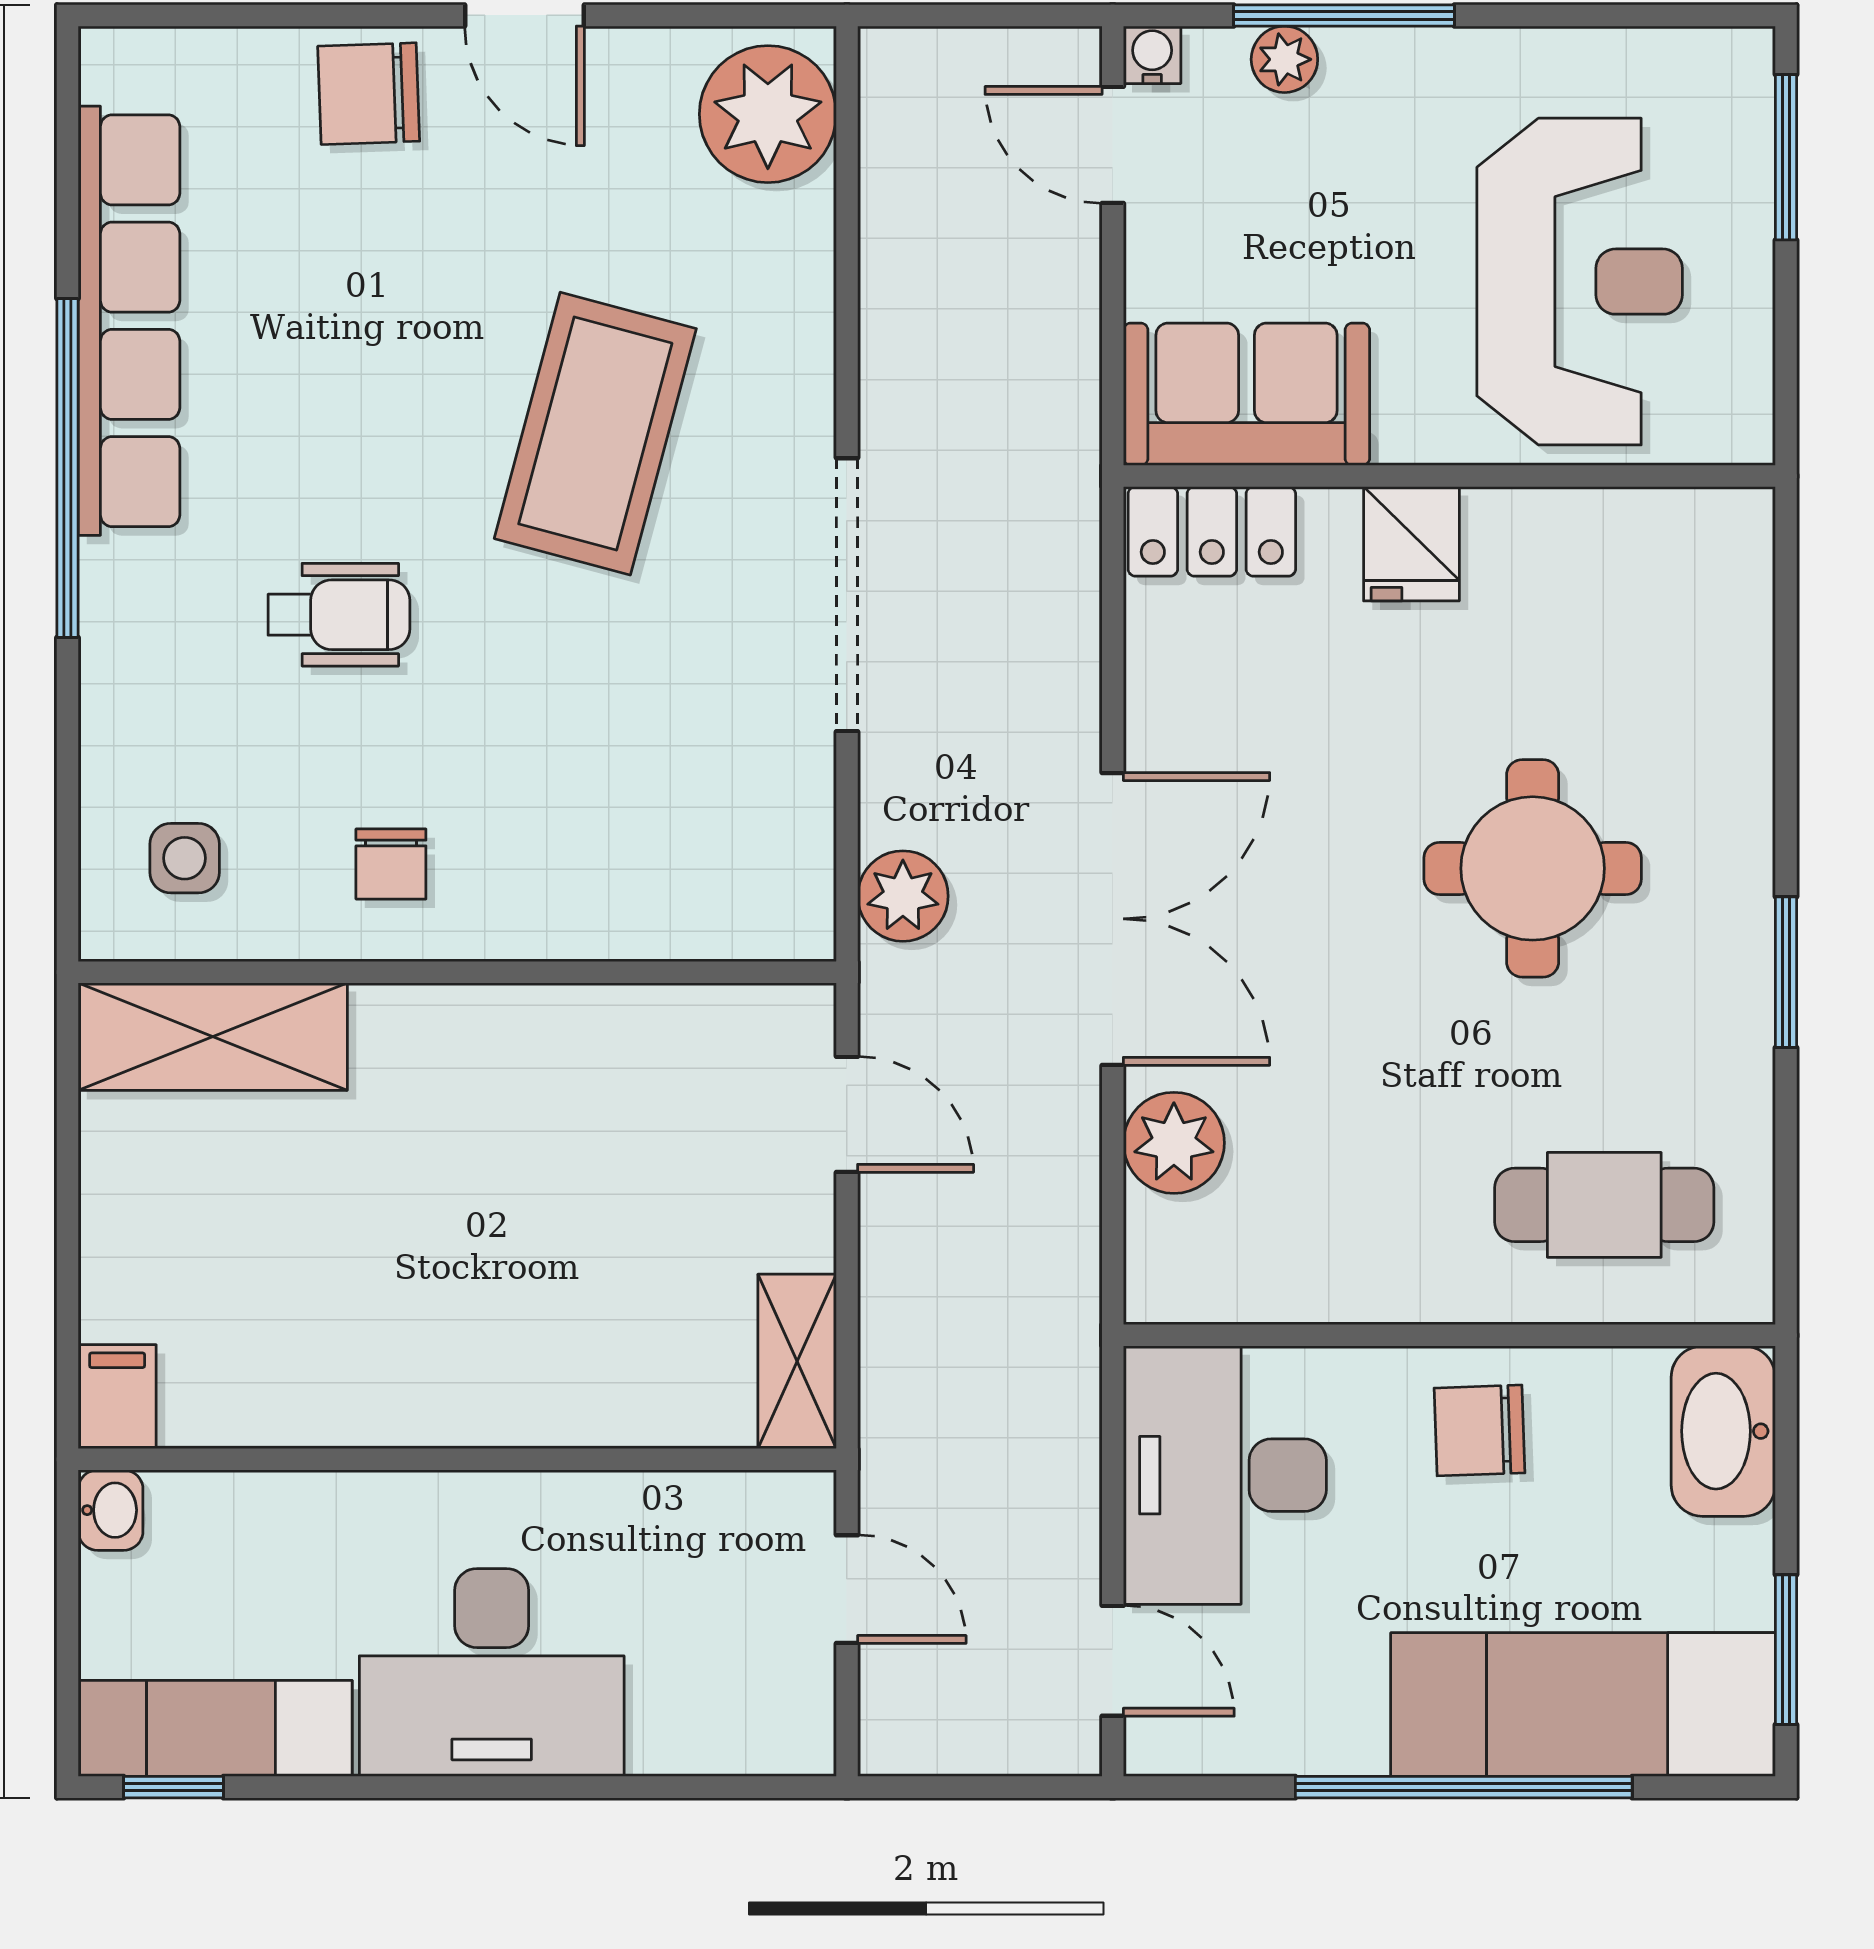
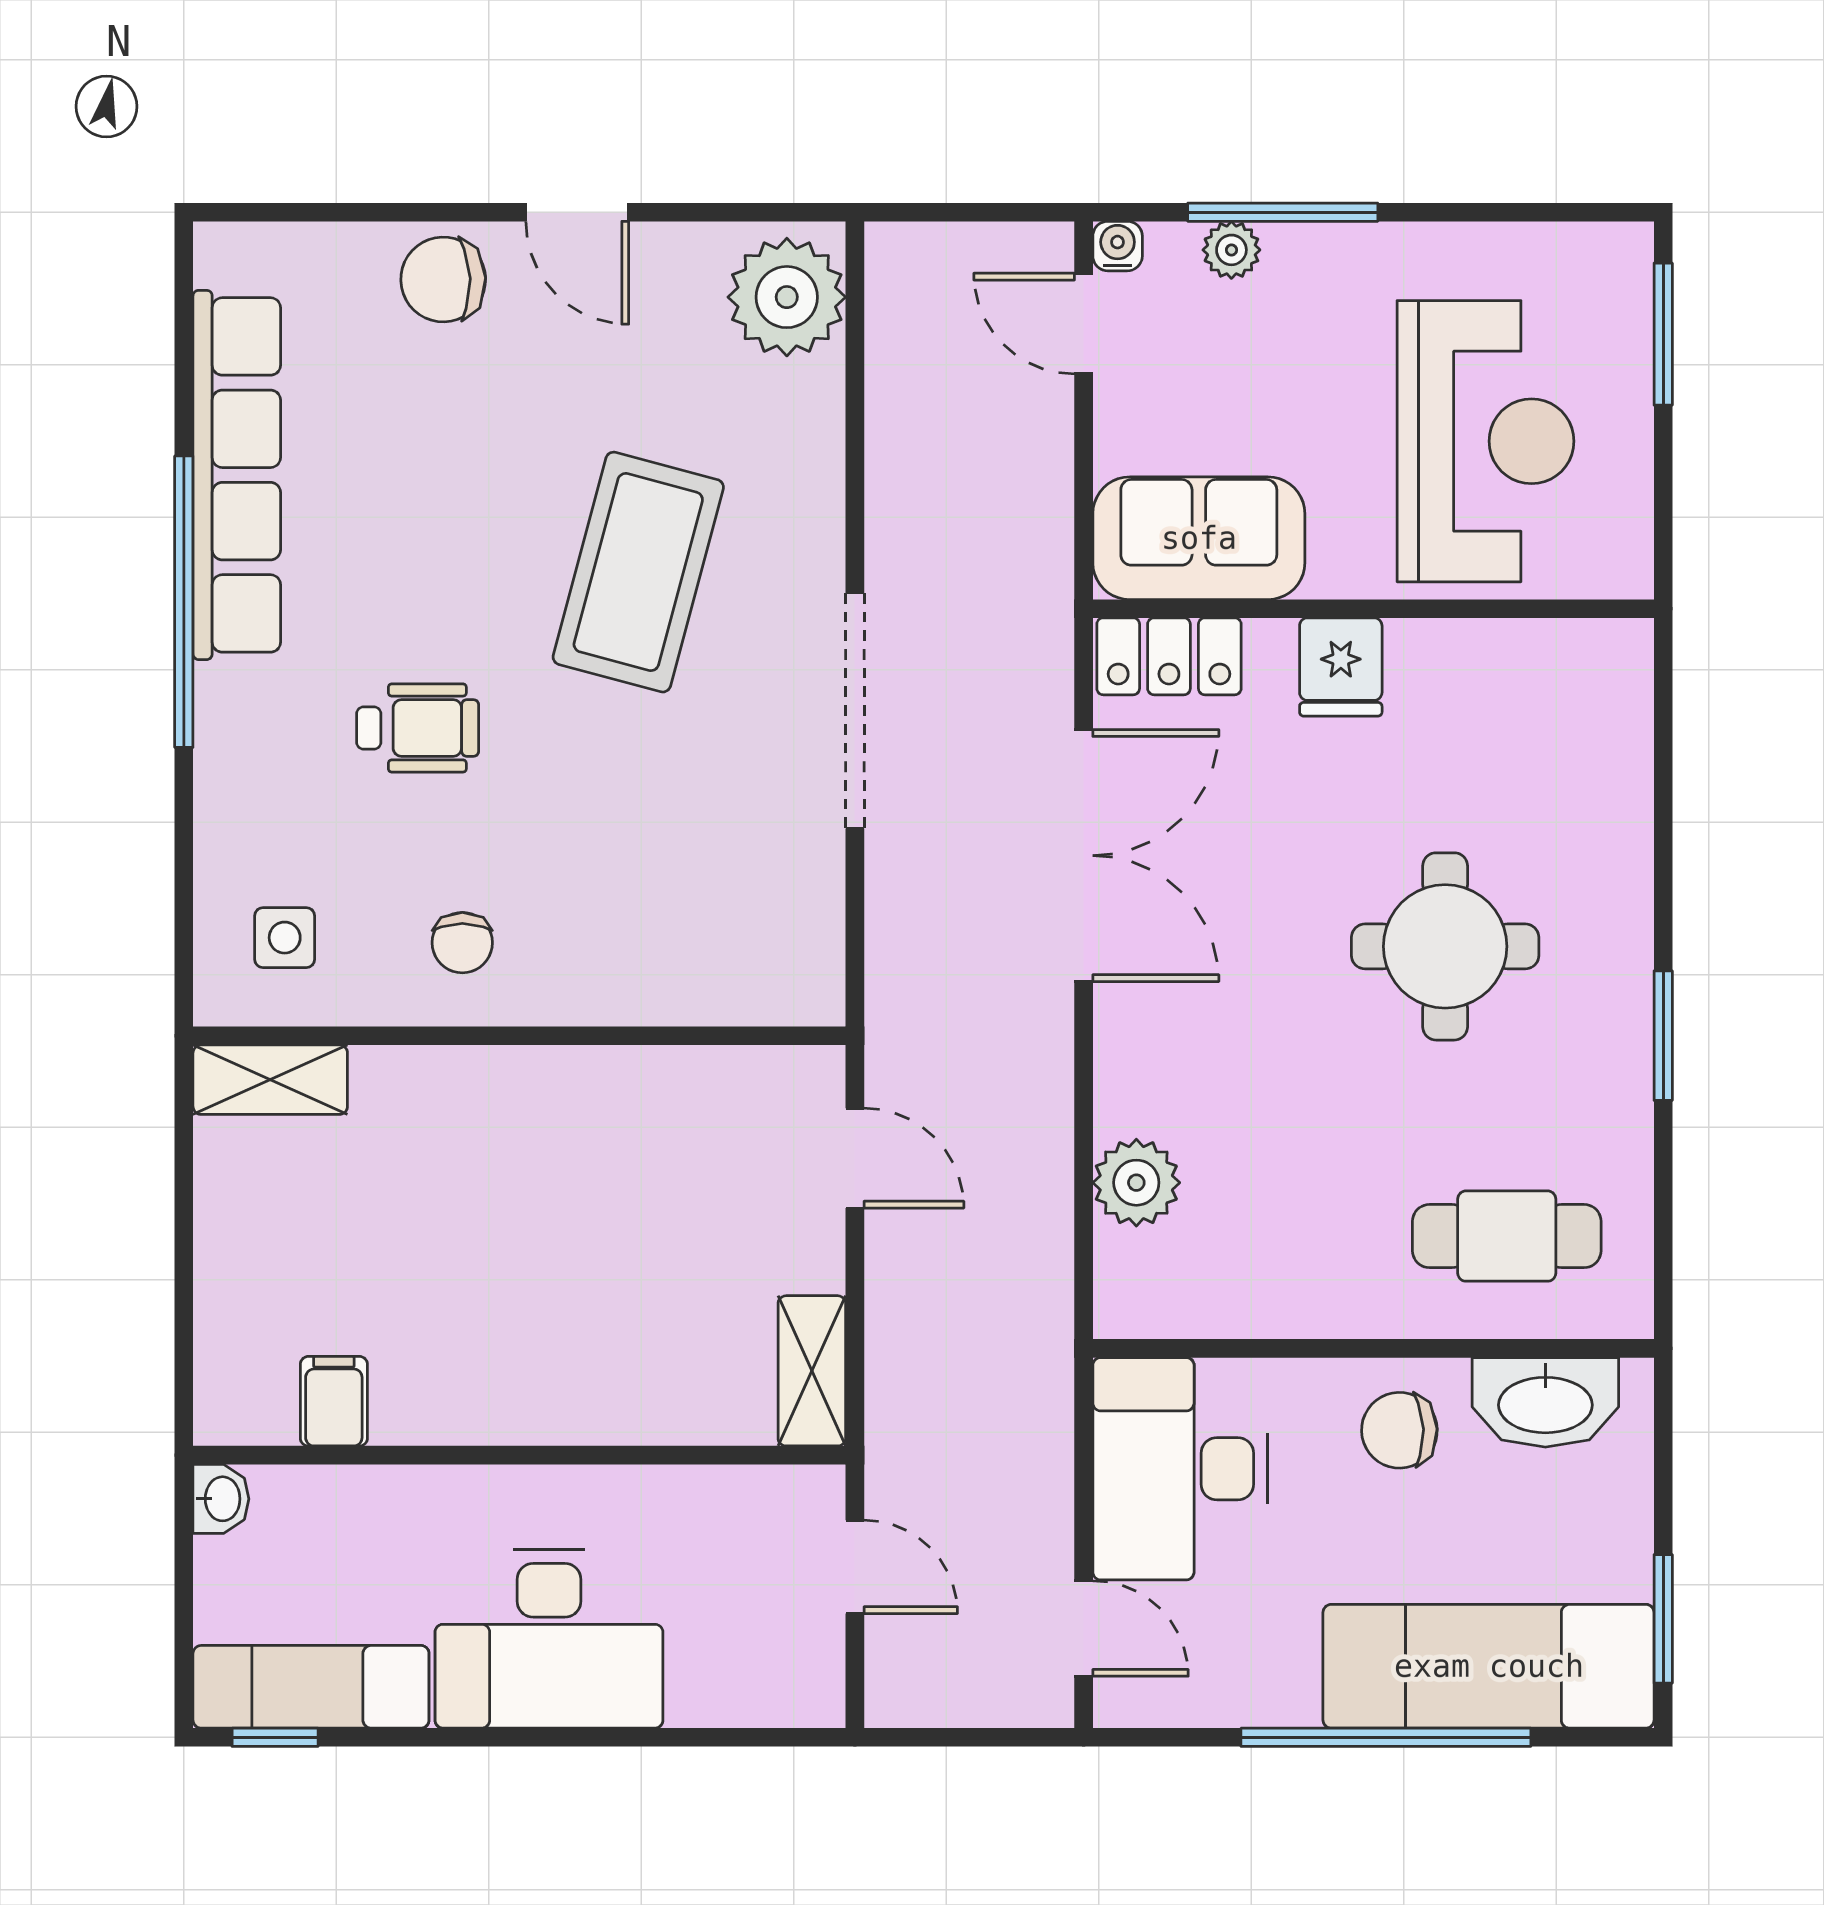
plant: (903, 896) -> (903, 970), removed
double door: (1113, 919) -> (1084, 856), moved
shelving: (213, 1037) -> (270, 1080), width x0.67, depth x0.75
filing cabinet: (117, 1397) -> (334, 1401), moved
washbasin: (1723, 1431) -> (1545, 1402), moved, turned -90

